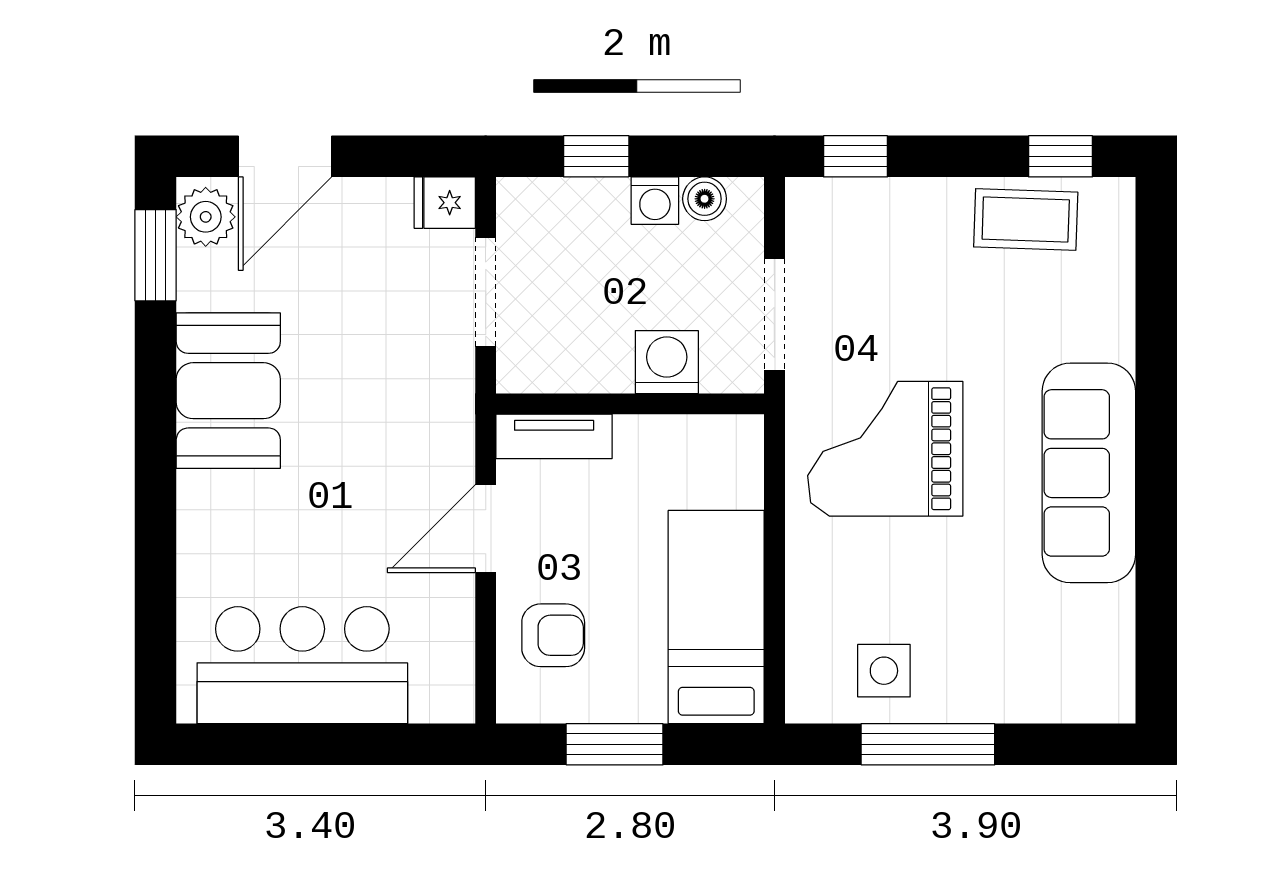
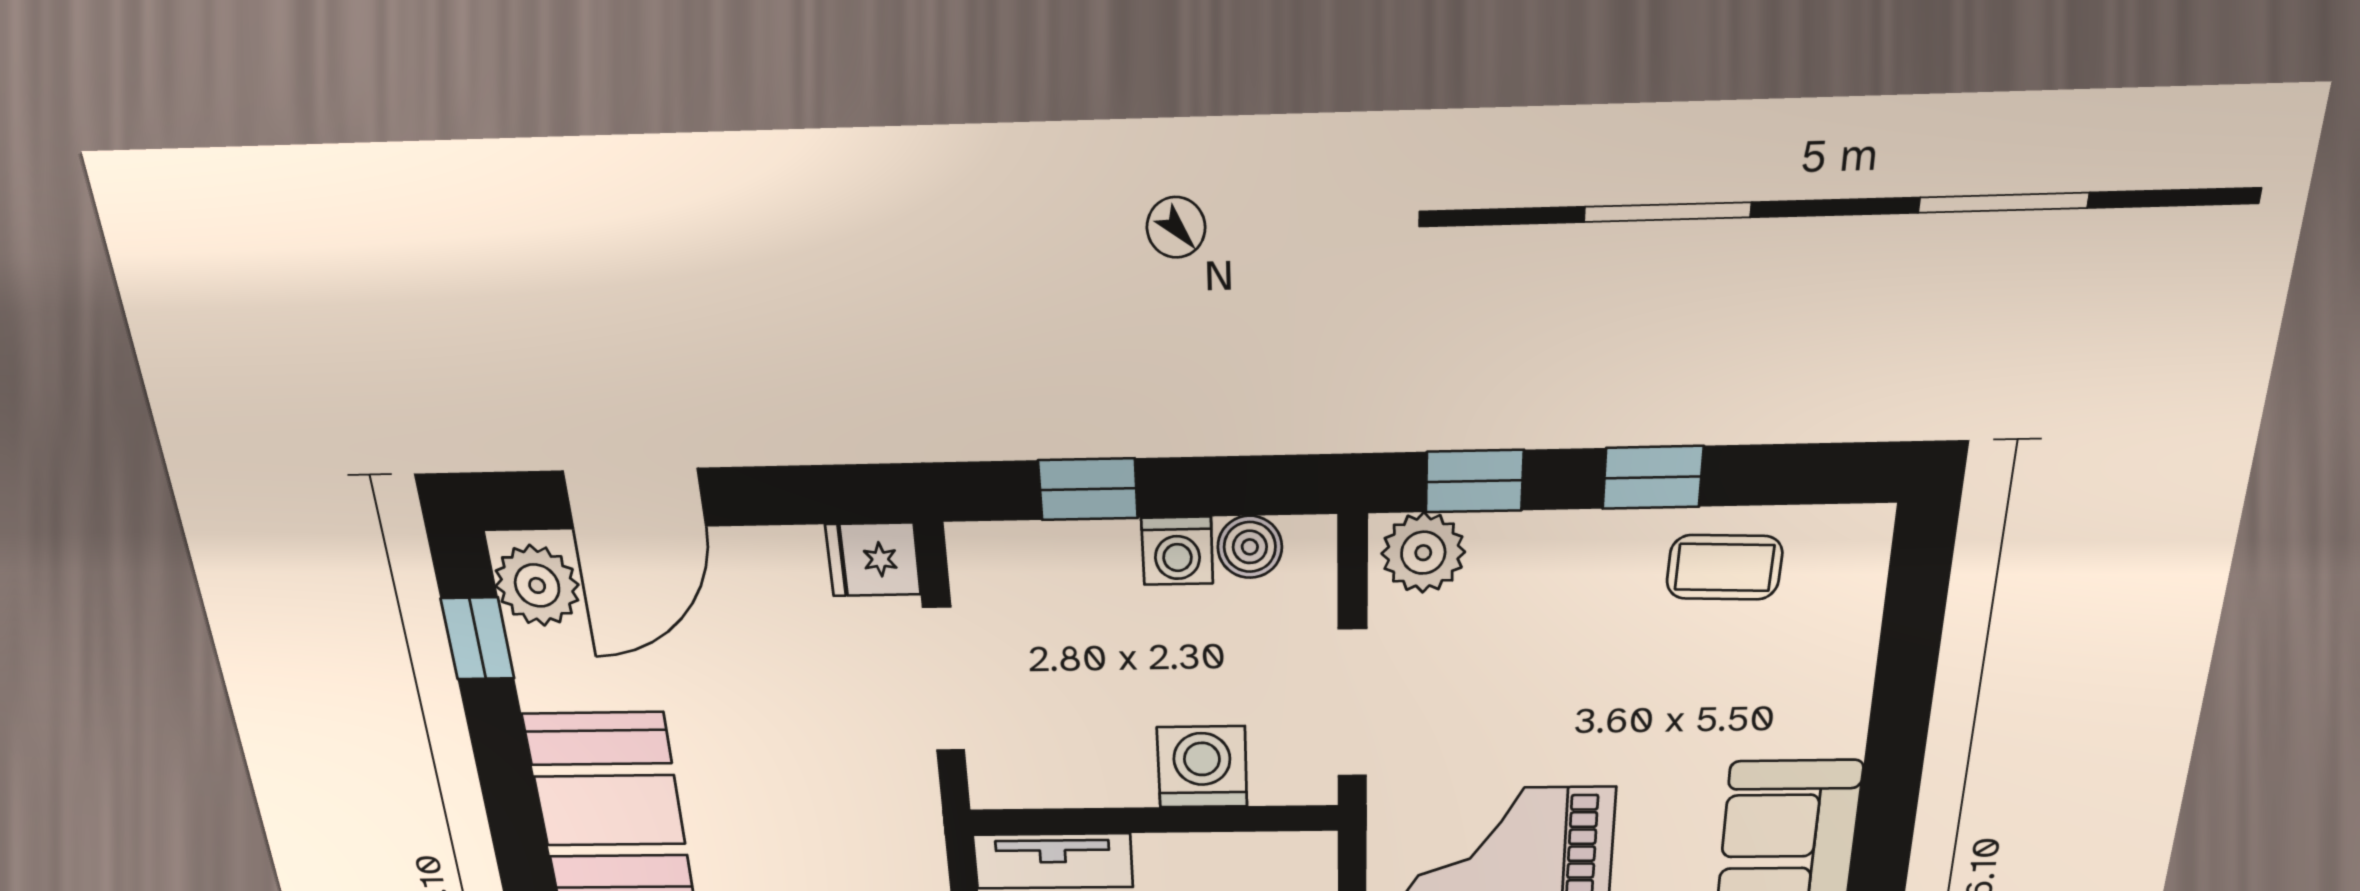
window: (1060, 156) -> (1653, 477), moved
plant: (822, 205) -> (1423, 553), added
coffee table: (1026, 220) -> (1724, 567), width x0.73, depth x0.77
window: (156, 255) -> (478, 639), width x0.67

